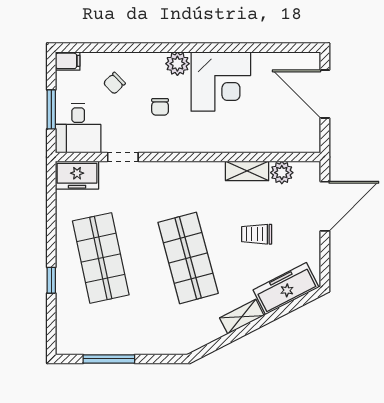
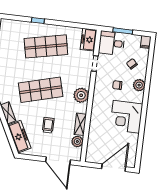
plant: (177, 64) -> (139, 85), moved
plant: (189, 176) -> (81, 95), added

